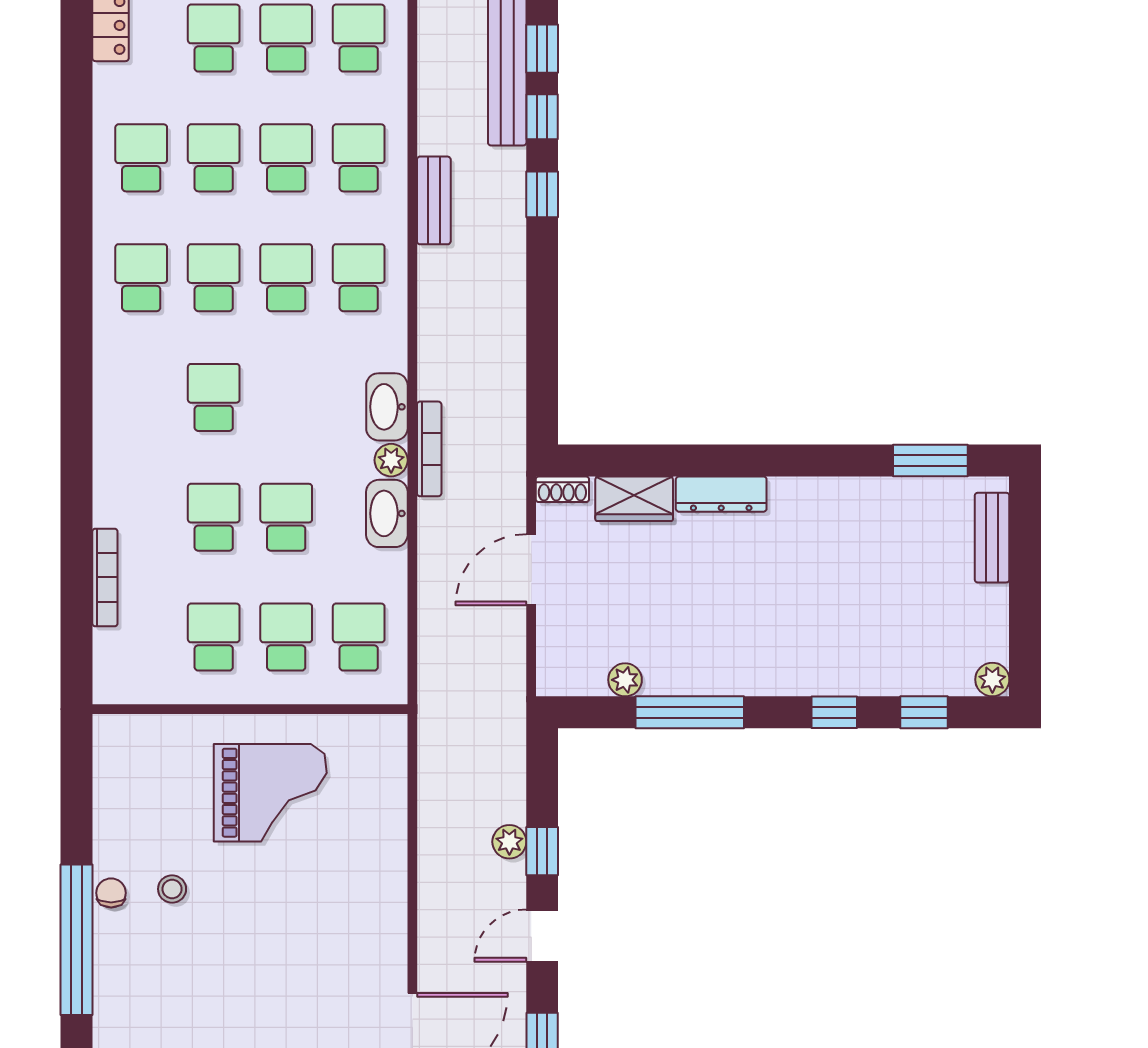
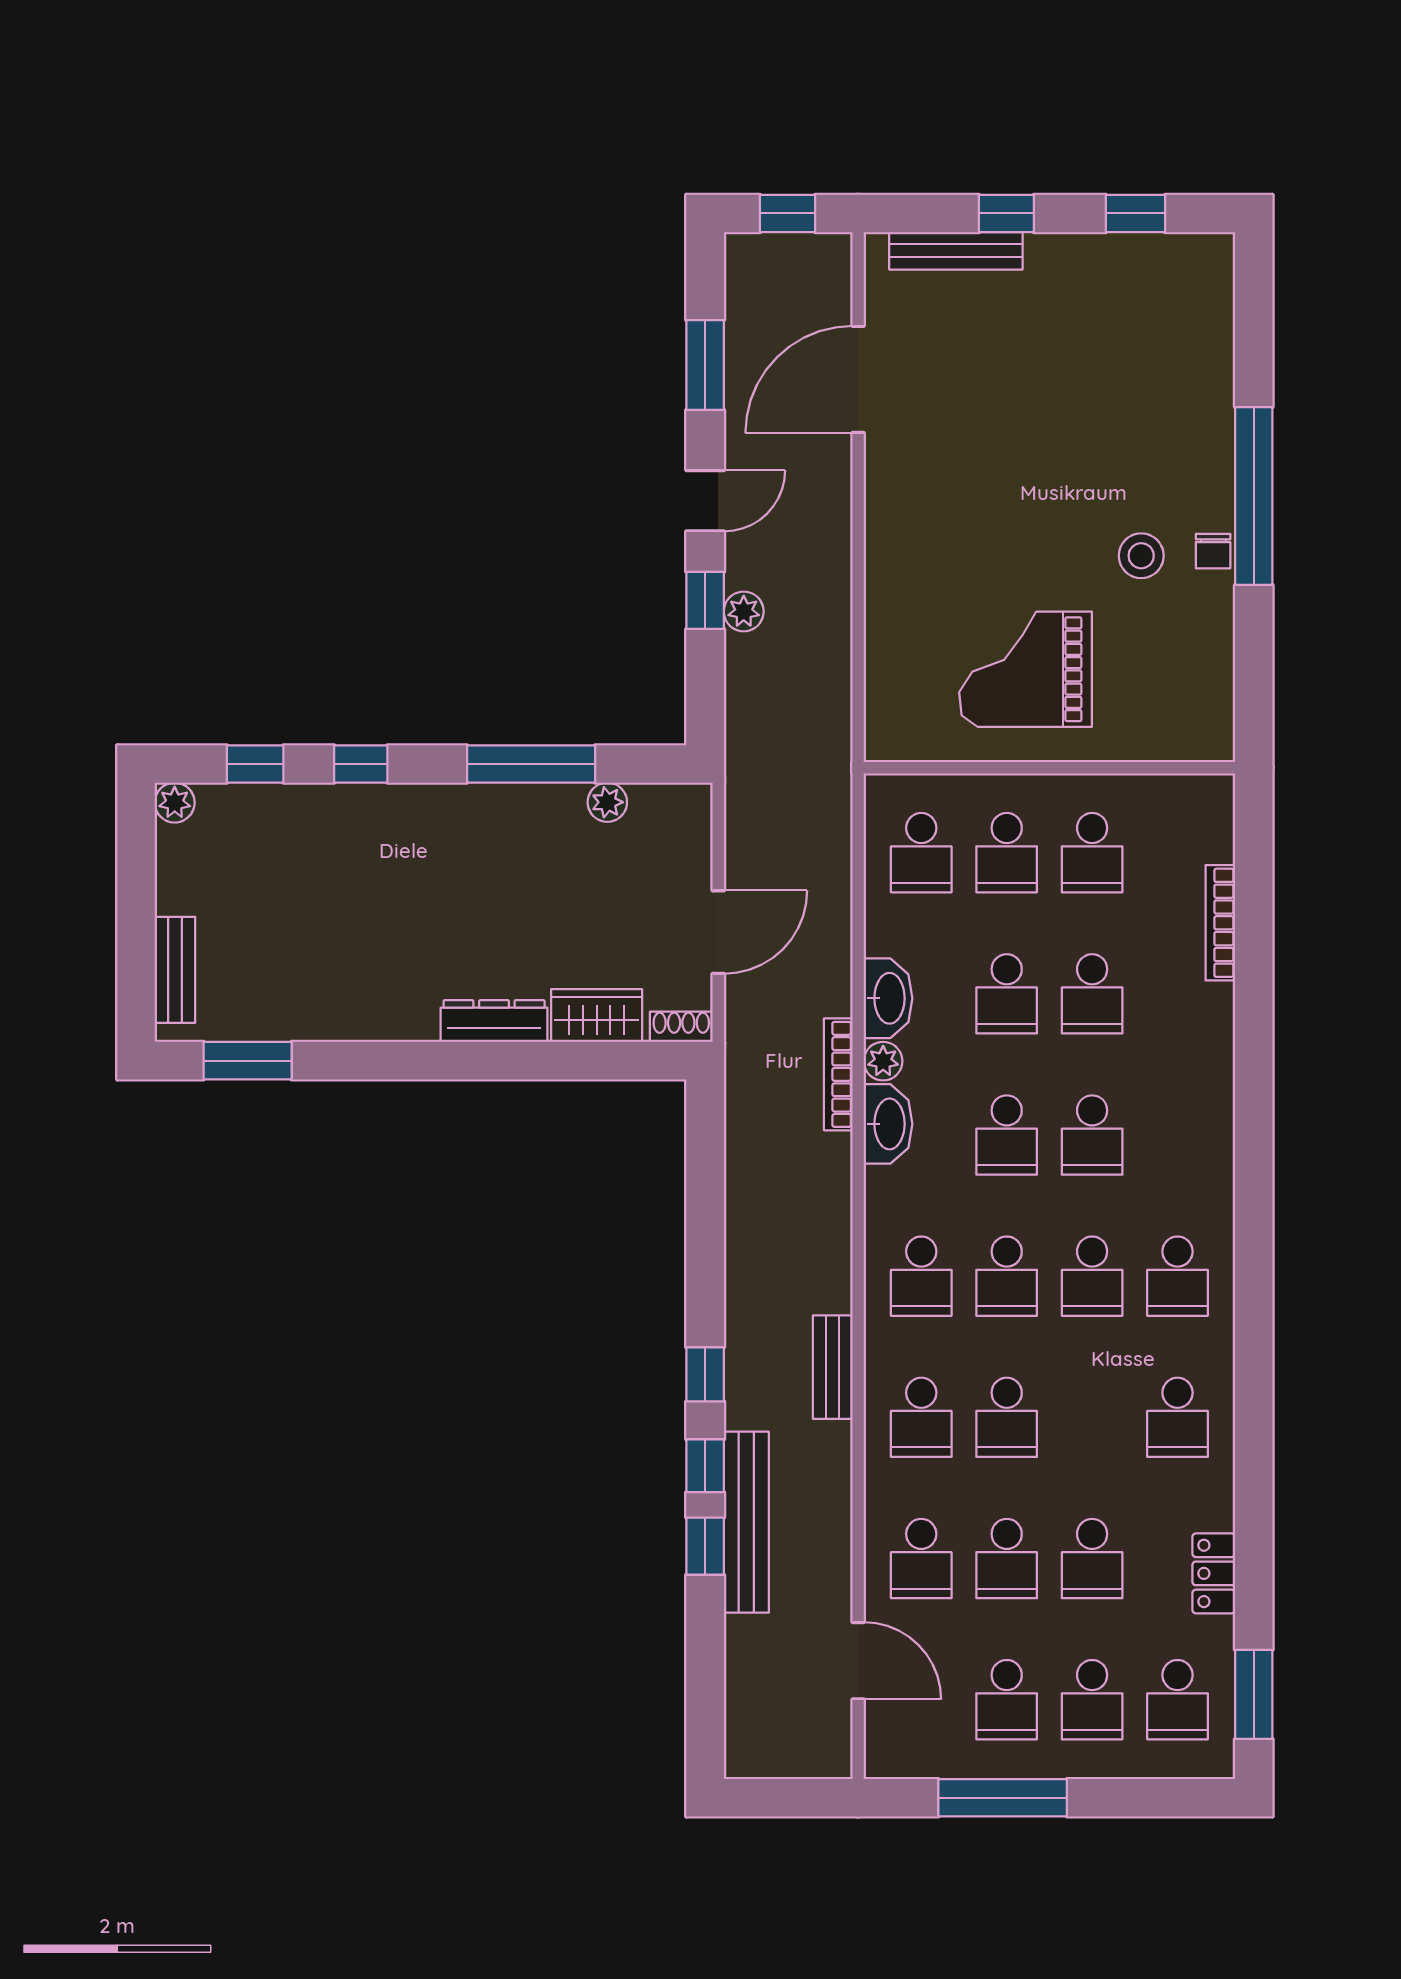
school desk: (214, 158) -> (1007, 1135), moved
stool: (172, 889) -> (1141, 556), width x1.37, depth x1.37

